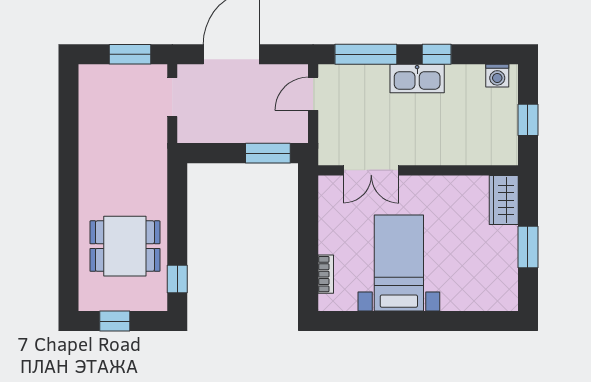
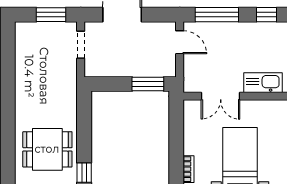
kitchen sink: (417, 78) -> (263, 83), moved, turned 180
door: (313, 94) -> (180, 42), swing flipped

